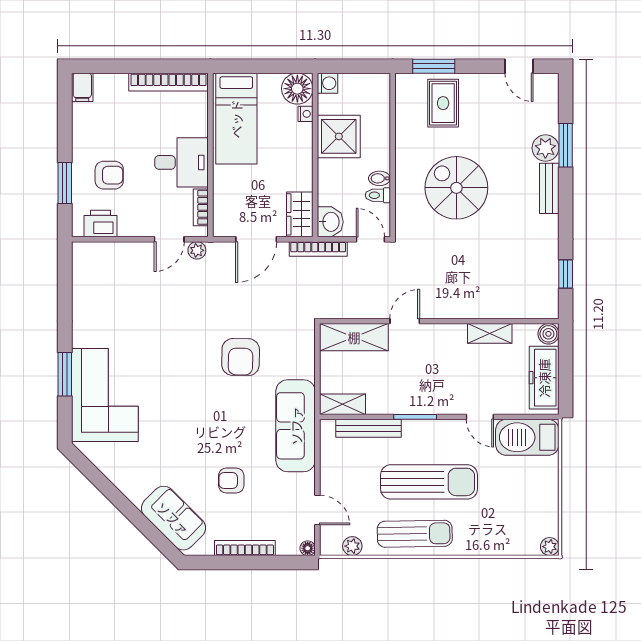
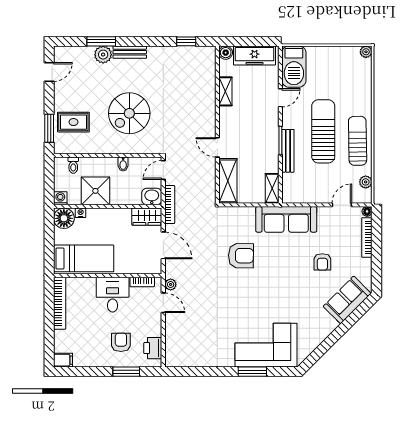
toilet: (378, 195) -> (73, 165), moved
bench: (369, 428) -> (288, 151), moved
bookcase: (245, 548) -> (367, 237), moved

